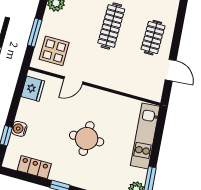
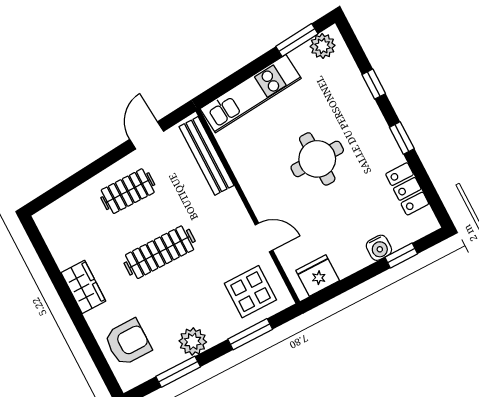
bench: (135, 89) -> (207, 156), added

